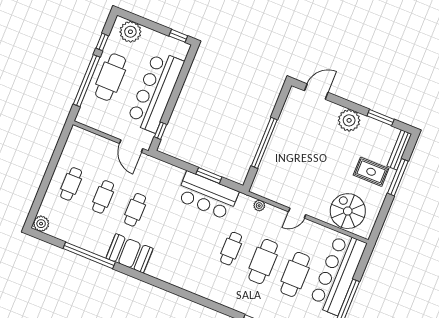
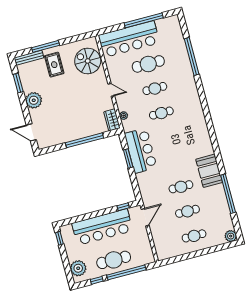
wardrobe: (264, 189) -> (112, 120), added
spiral stairs: (348, 211) -> (88, 61), turned 90
cafe table: (263, 261) -> (155, 89), width x0.73, depth x0.74

